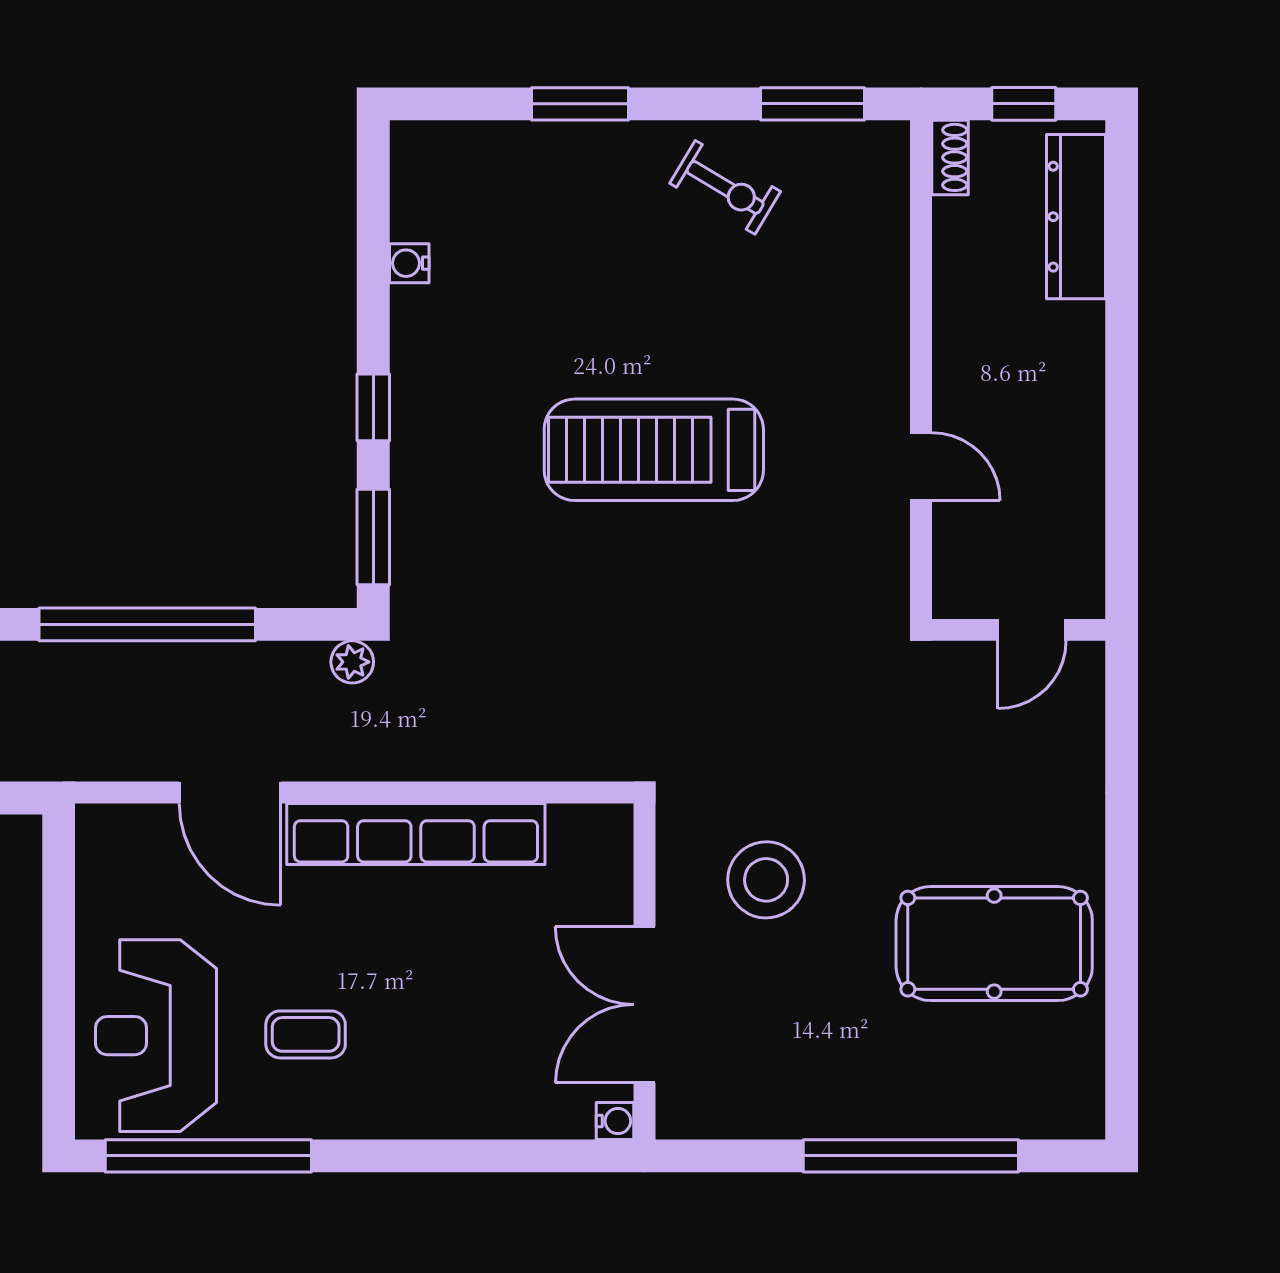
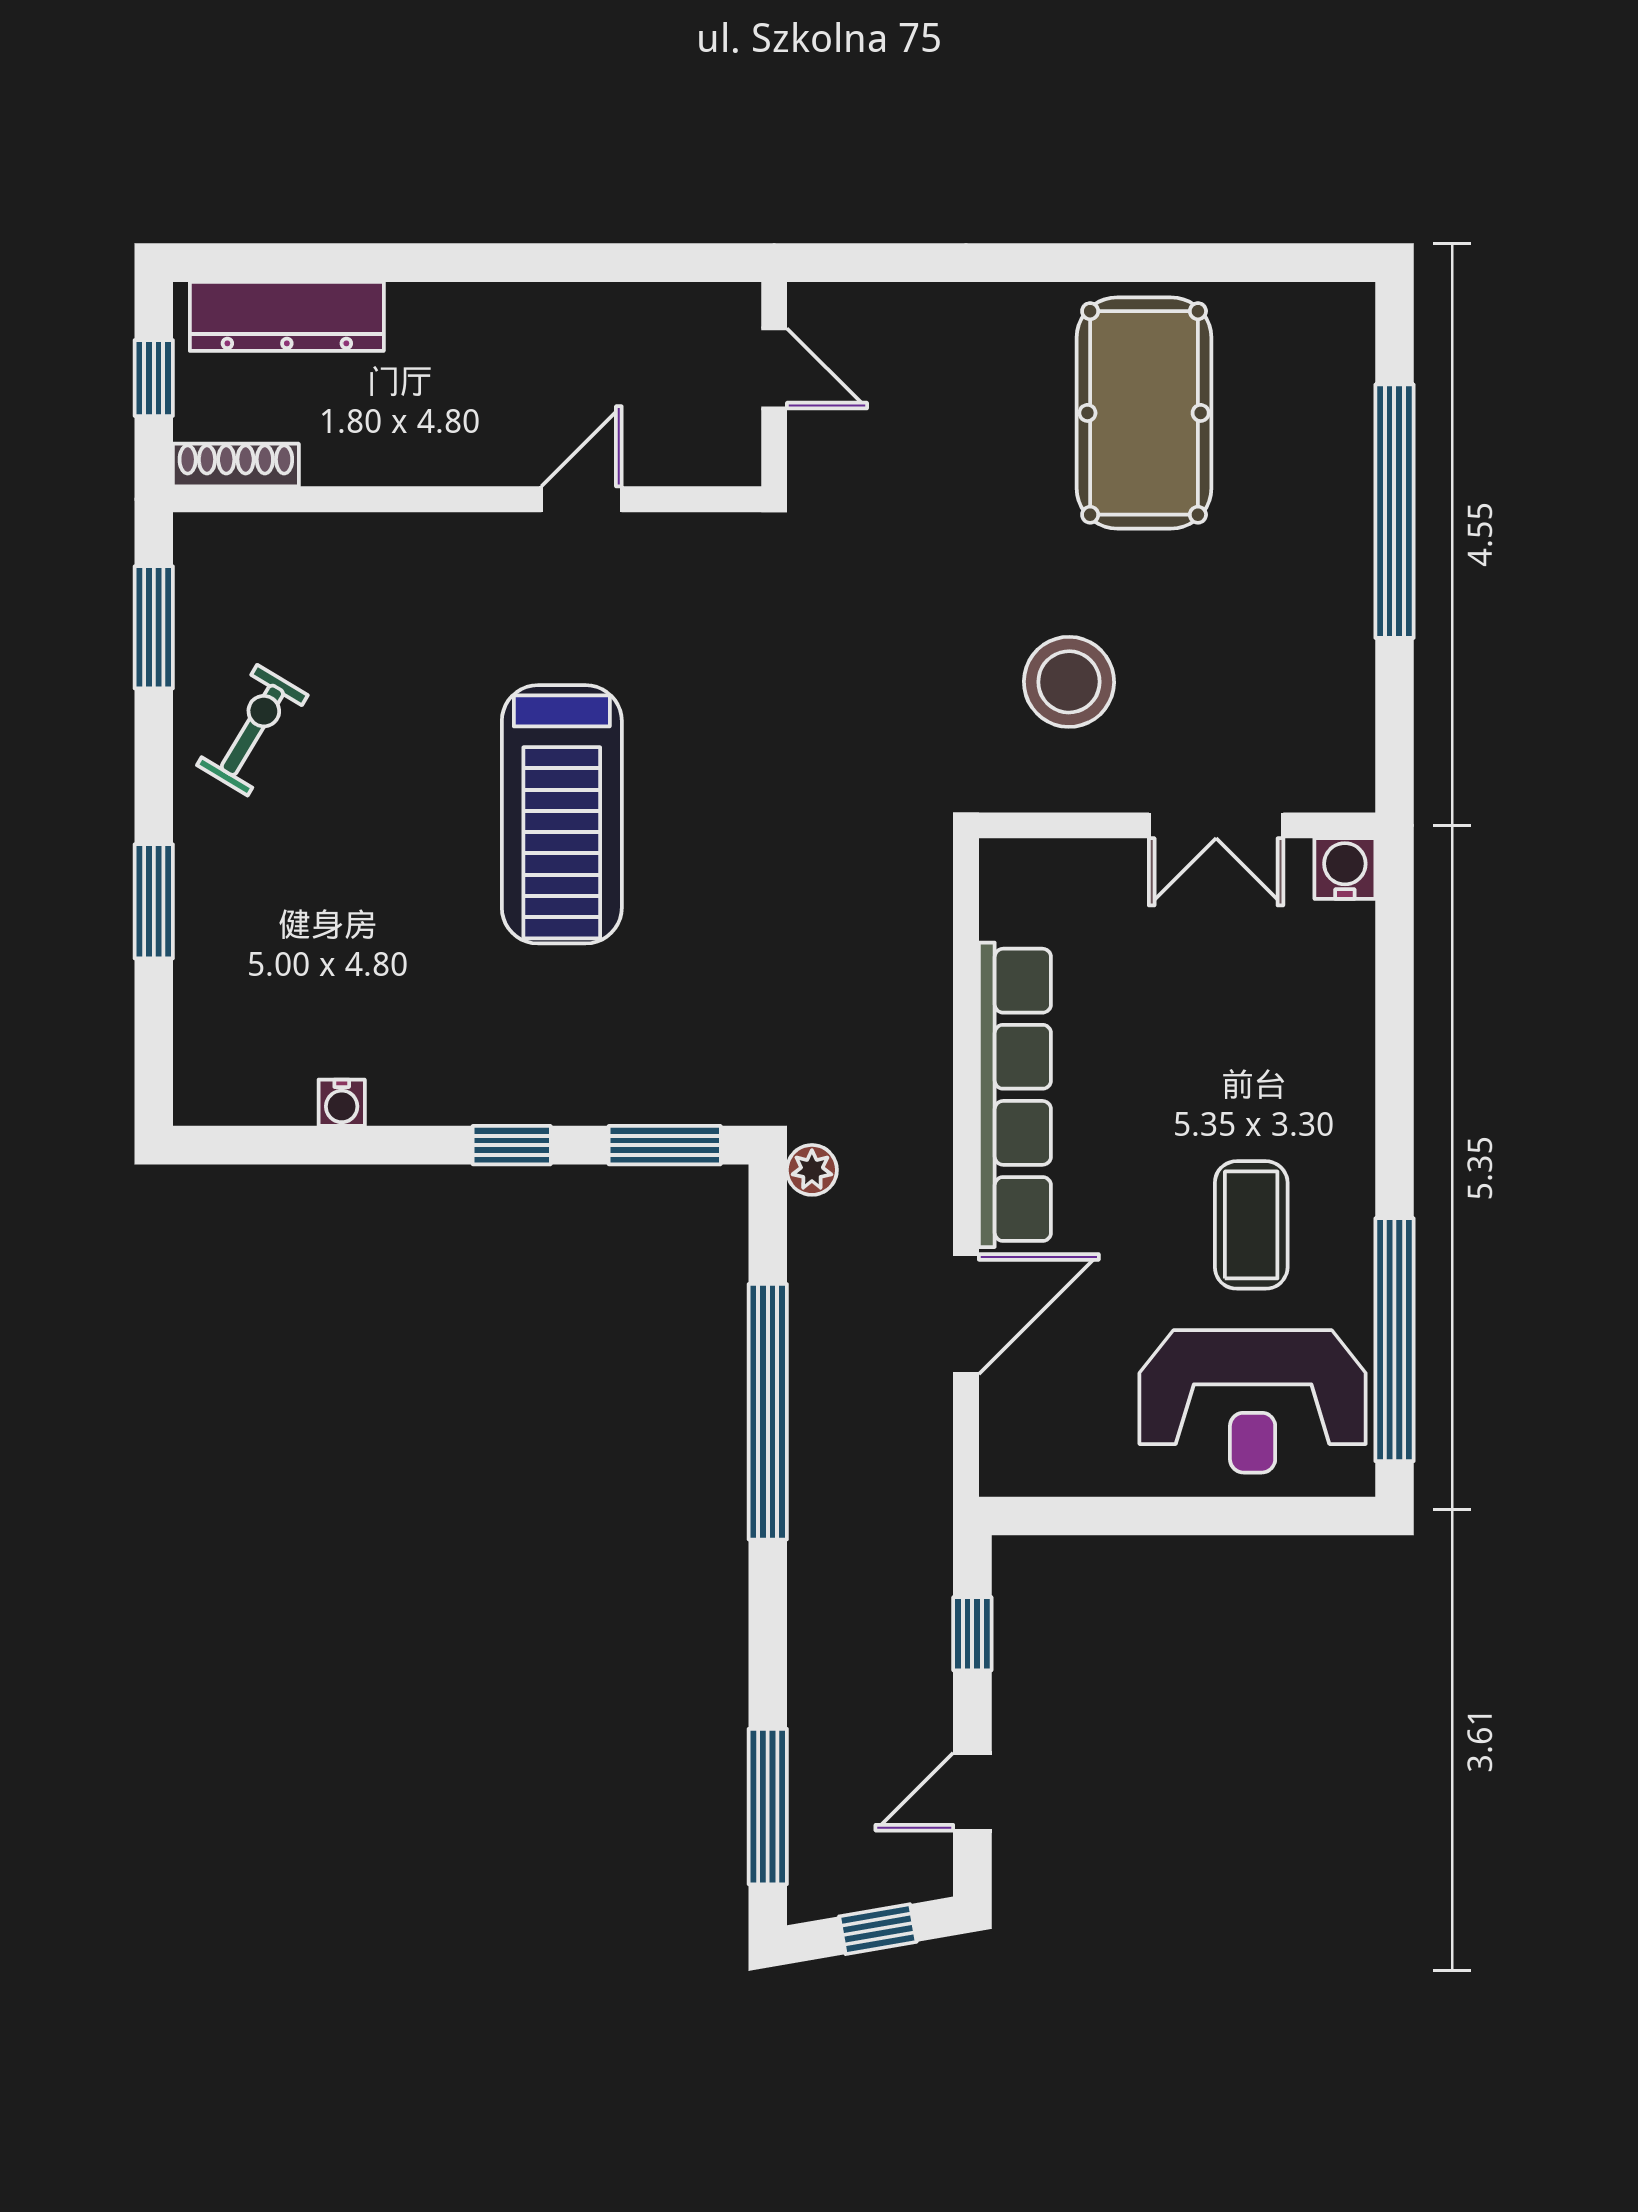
shoe rack: (950, 157) -> (236, 465), width x1.43
double door: (644, 1005) -> (1216, 825), width x0.73
coffee table: (306, 1034) -> (1251, 1225), width x1.36, depth x1.30
water cooler: (615, 1121) -> (1345, 869), width x1.38, depth x1.38

